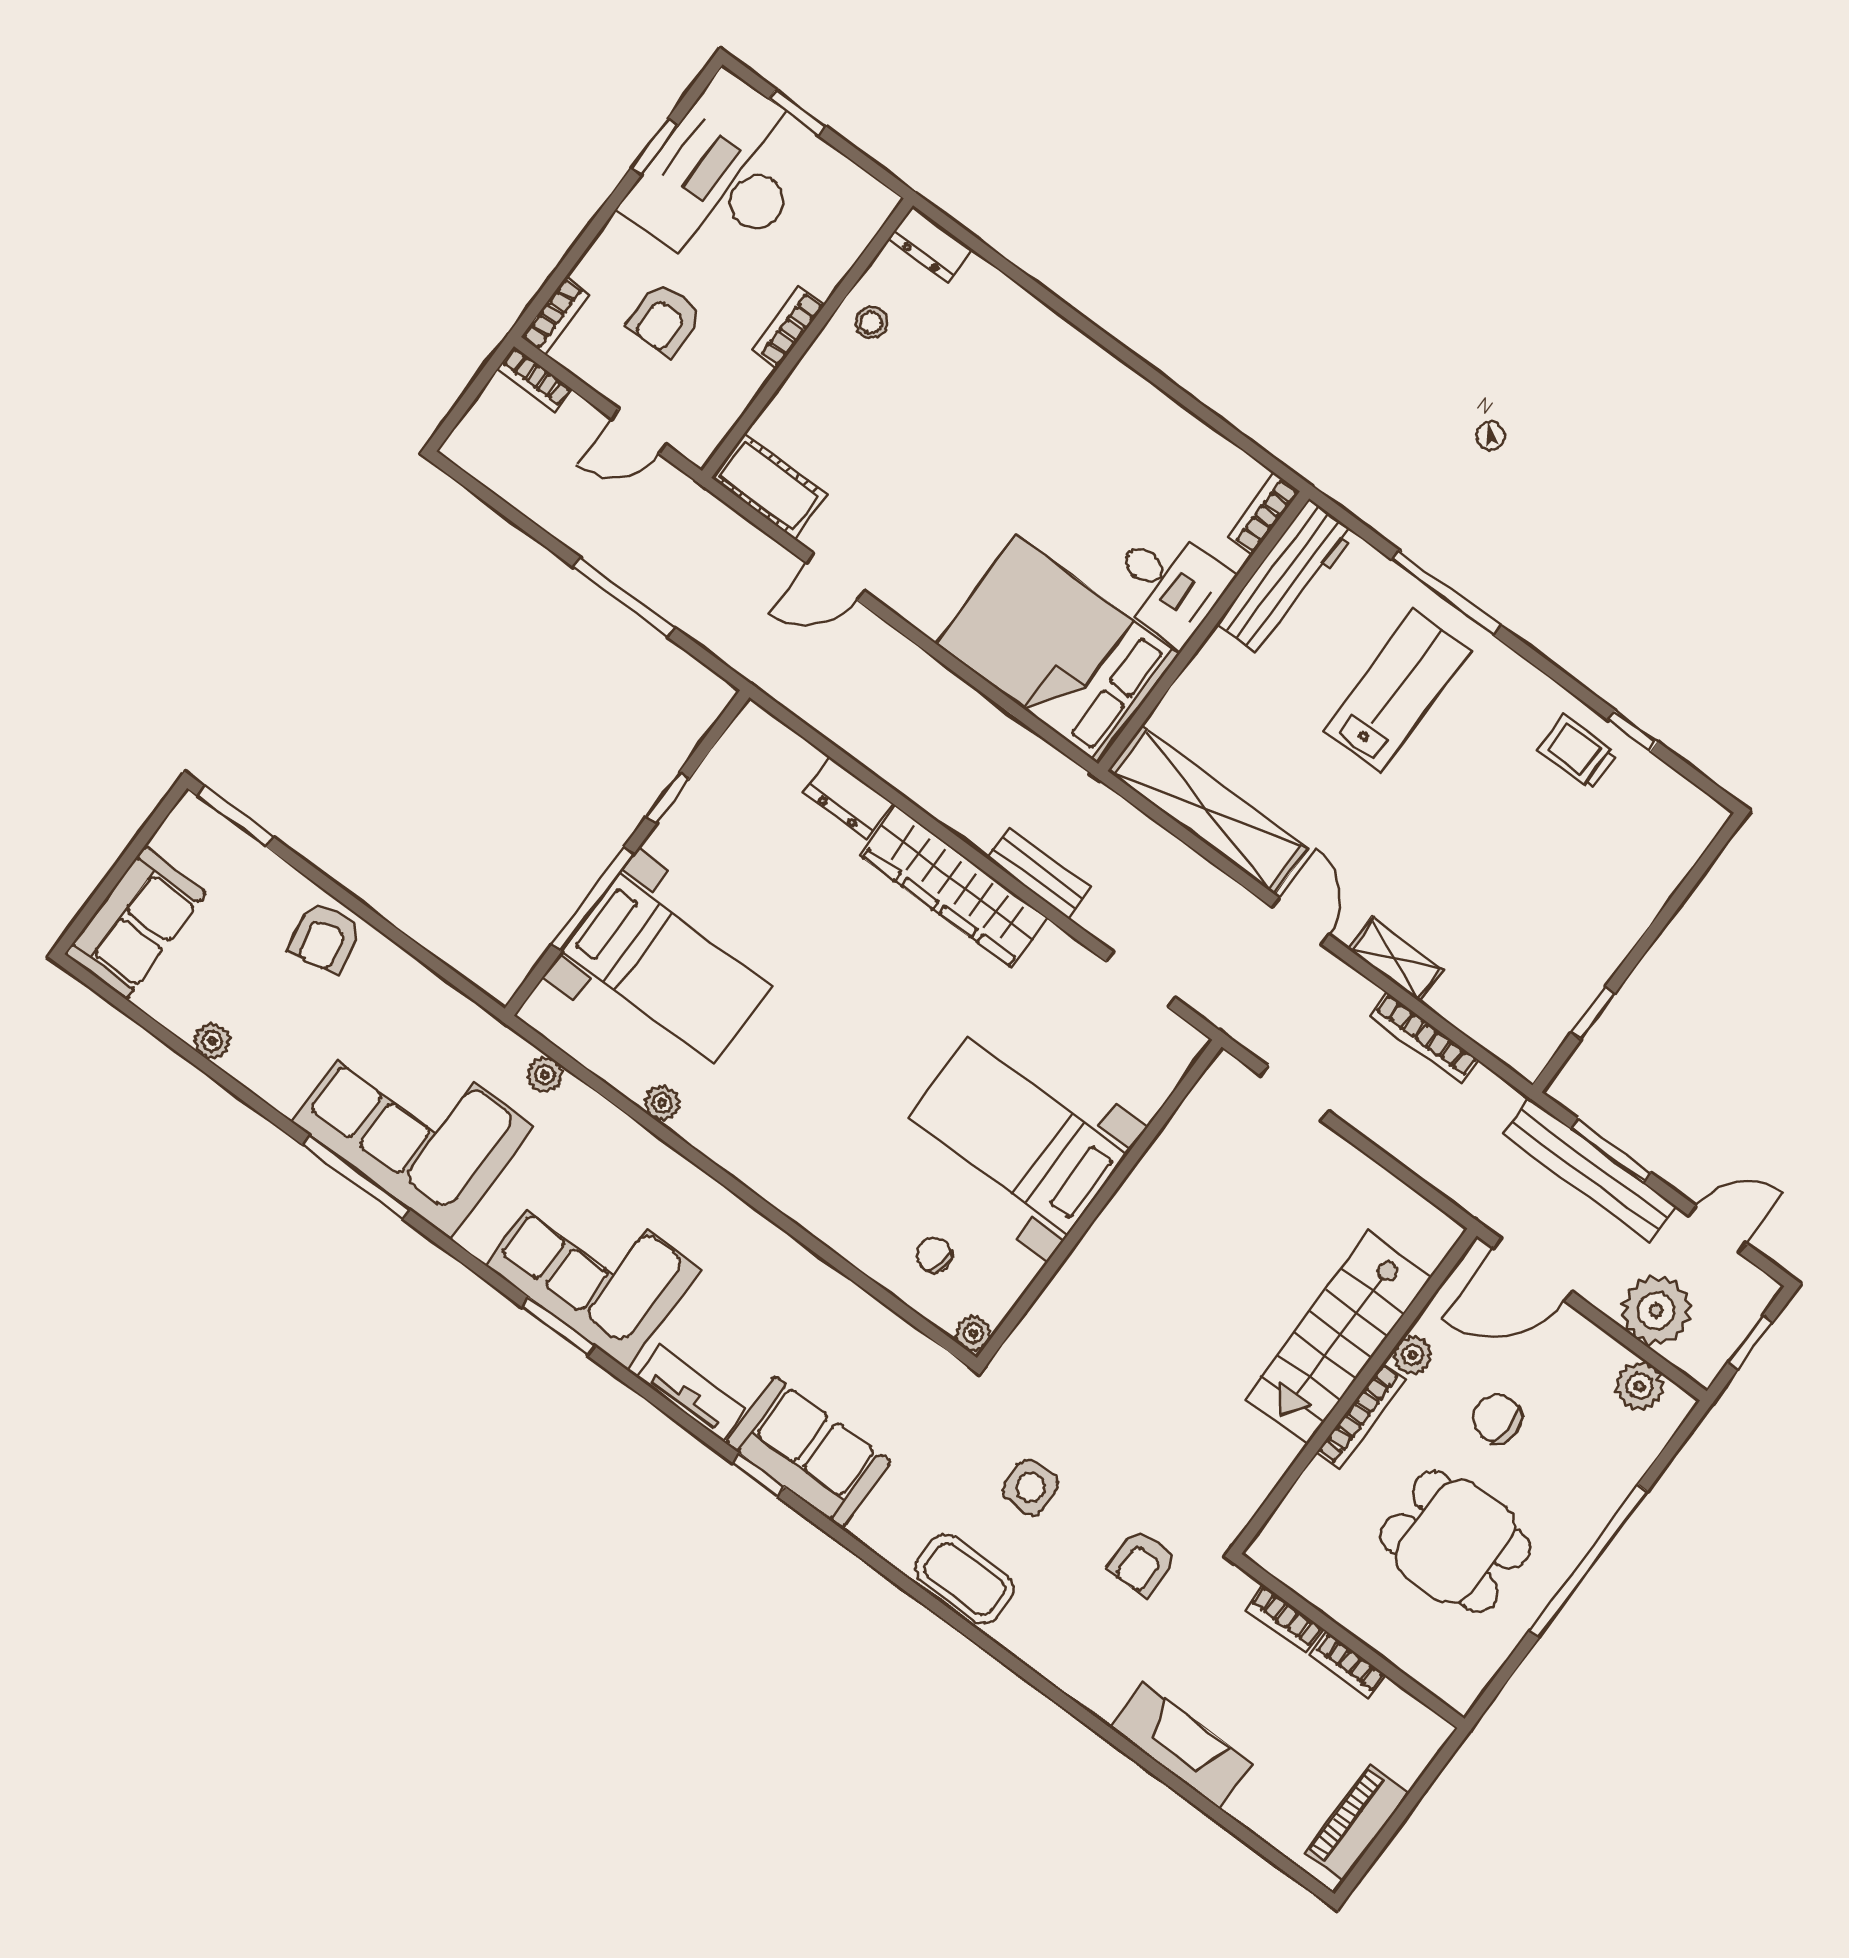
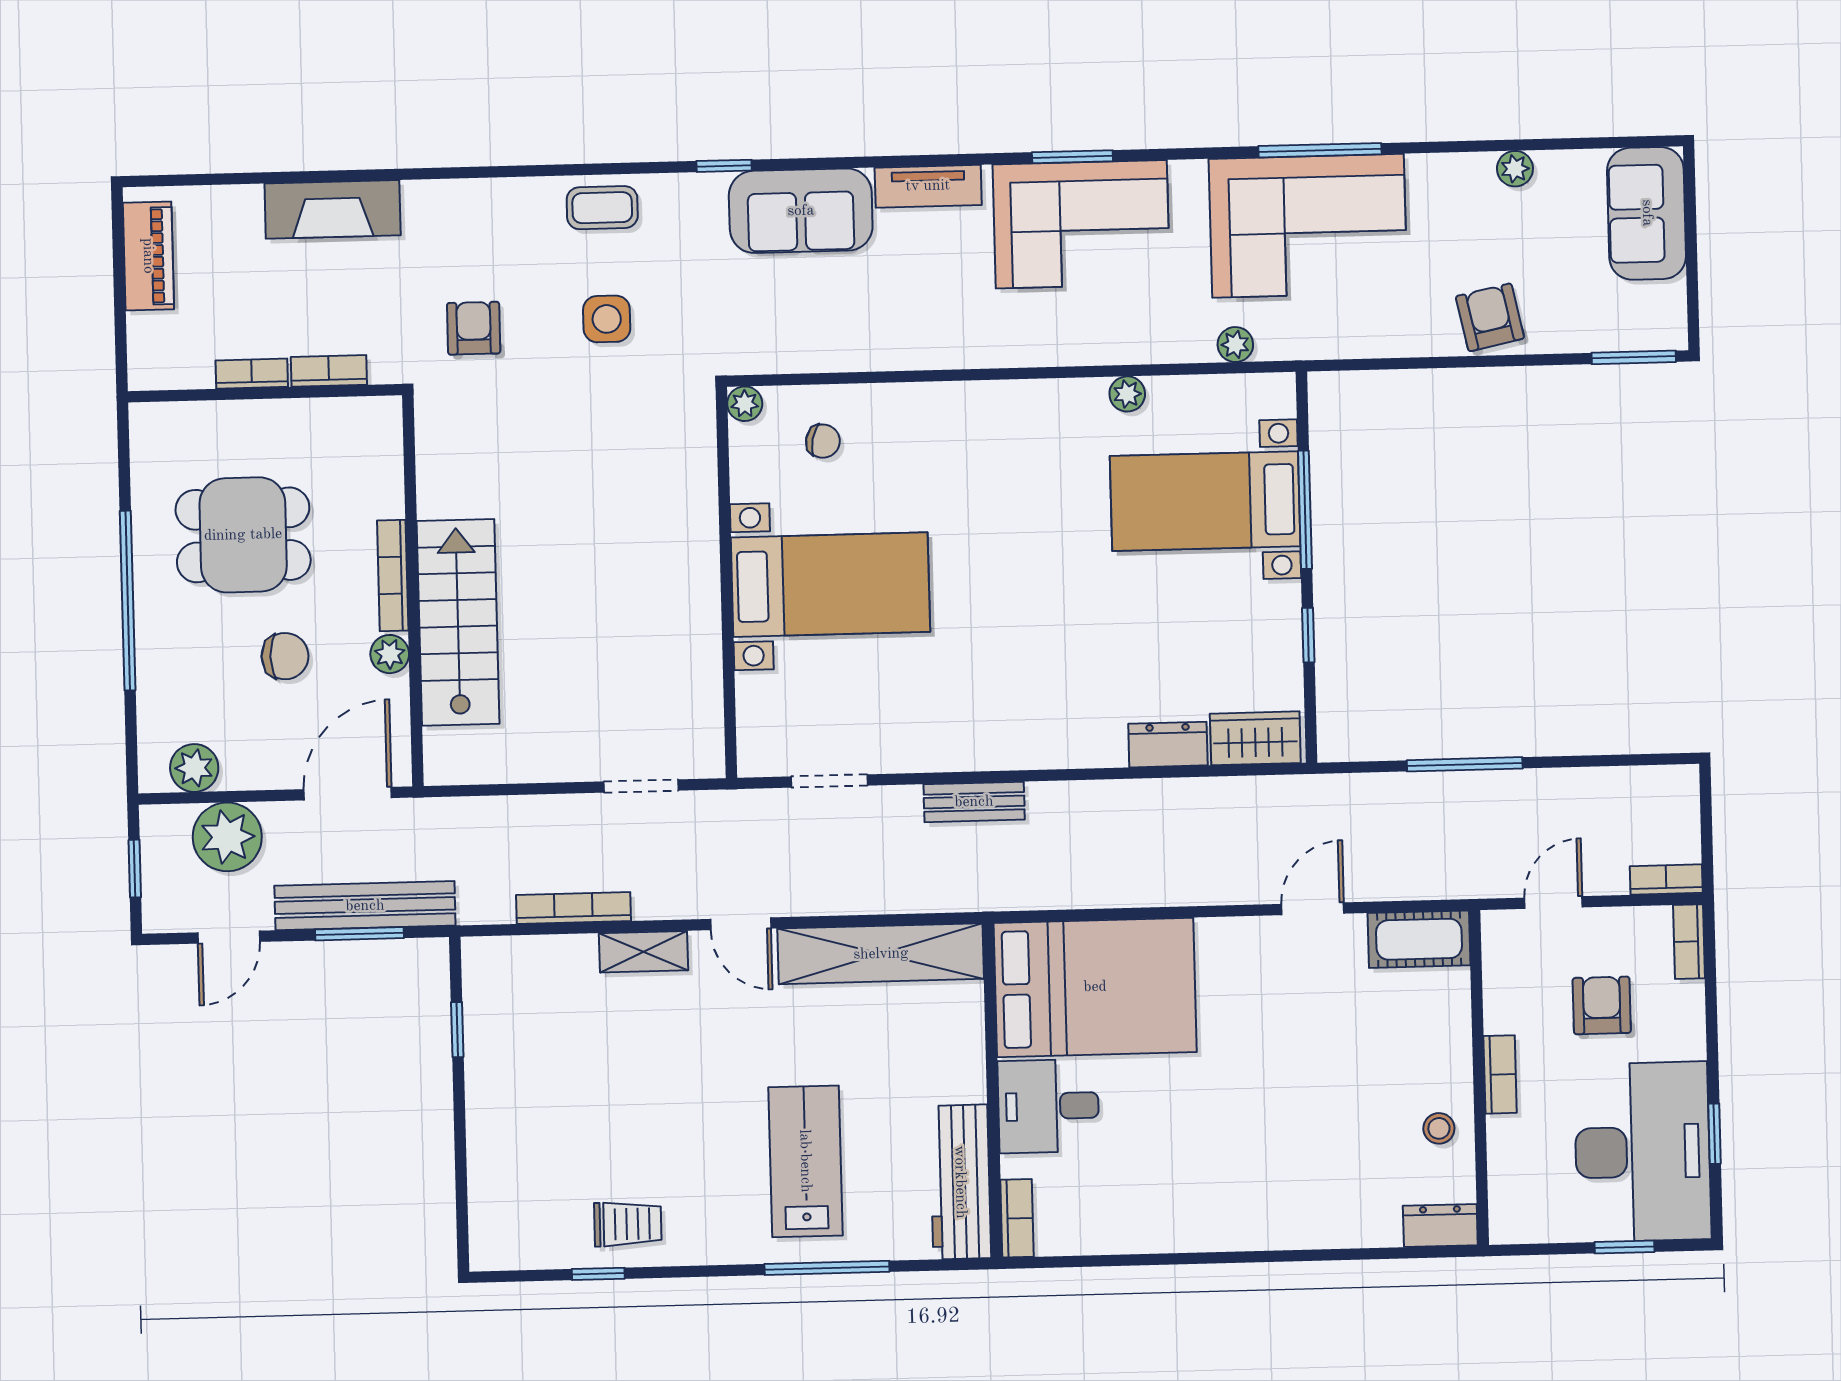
lab bench: (1397, 691) -> (805, 1161), turned 180
wardrobe: (954, 887) -> (1255, 738), moved, width x0.48, depth x0.85
window: (759, 1475) -> (724, 166), moved
coffee table: (965, 1579) -> (602, 208), width x0.73, depth x0.77

